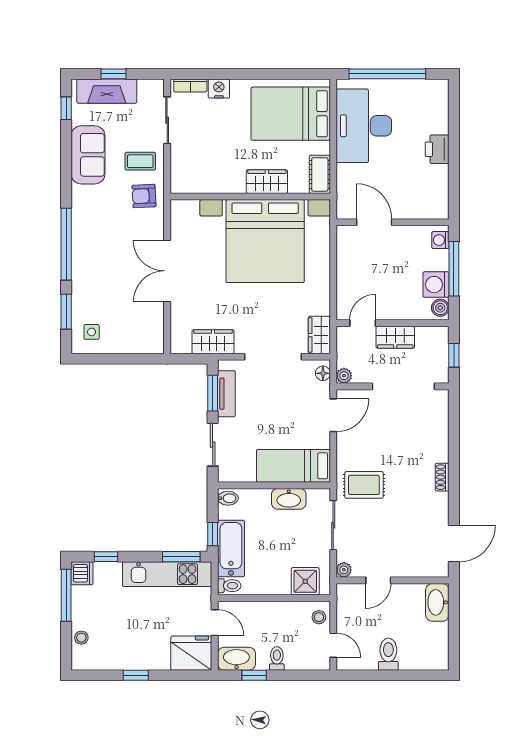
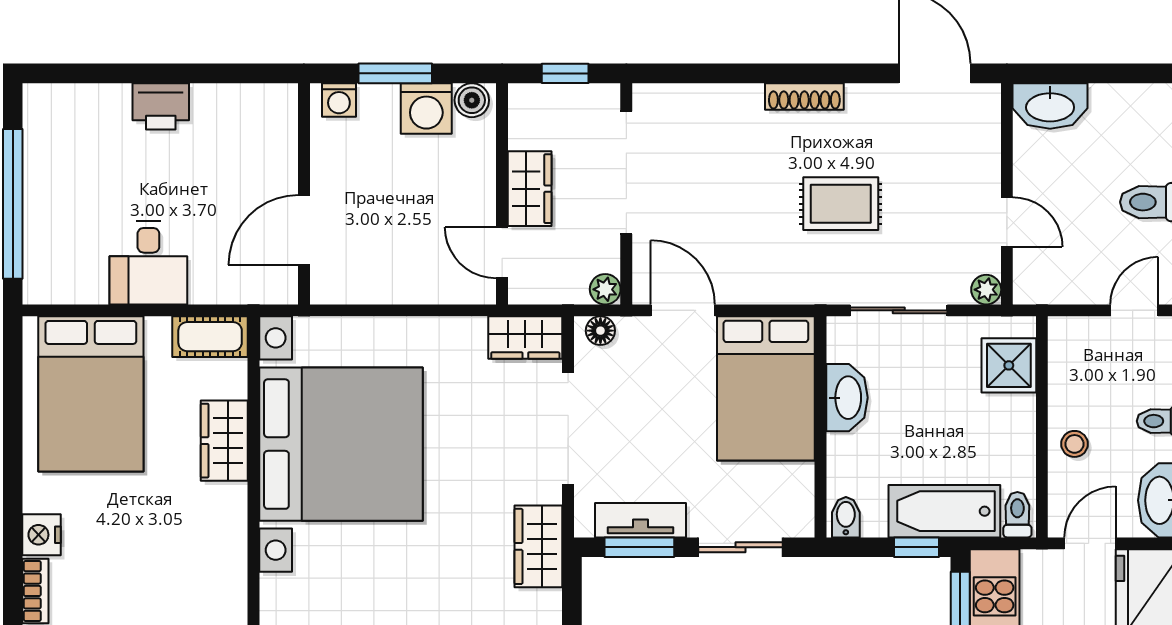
desk: (364, 126) -> (148, 263), width x0.53, depth x0.77
window: (454, 269) -> (395, 73), width x0.69
bed: (293, 466) -> (766, 388), width x1.50
shoe rack: (442, 477) -> (804, 96), width x1.43
rug: (364, 485) -> (841, 204), moved, turned 90
stool: (319, 617) -> (1074, 444), moved

